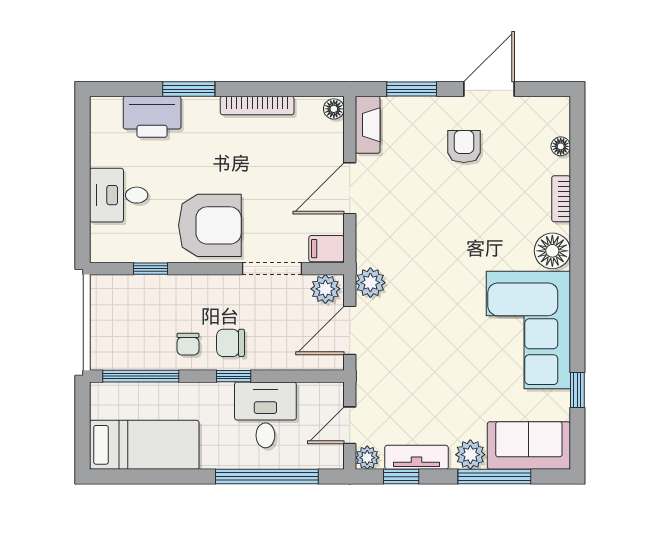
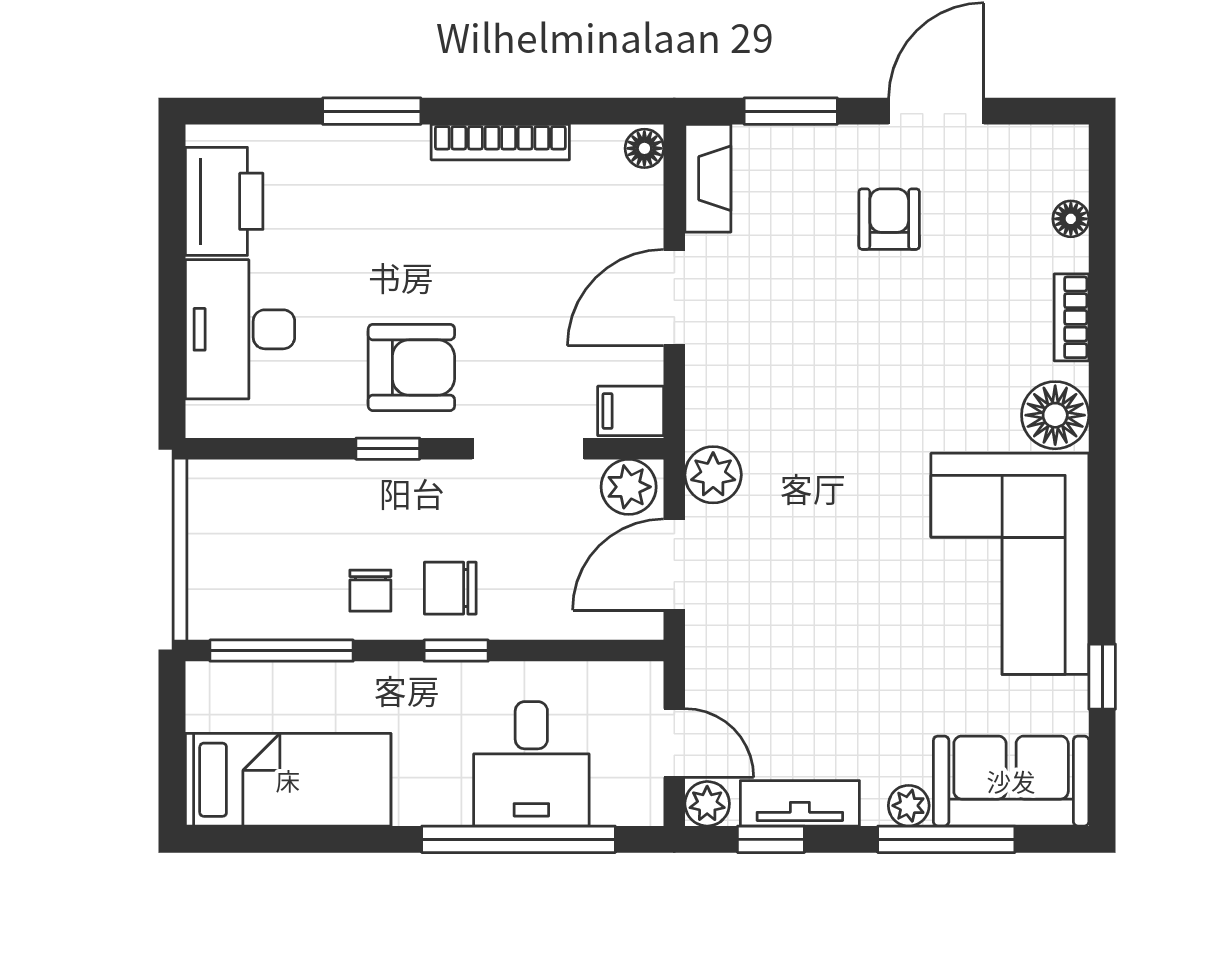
printer: (152, 117) -> (224, 201), moved, turned -90
desk: (119, 195) -> (240, 329), width x1.37
armchair: (210, 225) -> (411, 367), width x0.73, depth x0.73
window: (150, 269) -> (388, 449), moved
desk: (265, 415) -> (531, 764), moved, turned 180
door: (350, 425) -> (674, 743), swing flipped
plant: (470, 455) -> (909, 806), width x0.73, depth x0.73

